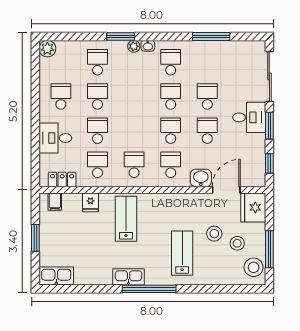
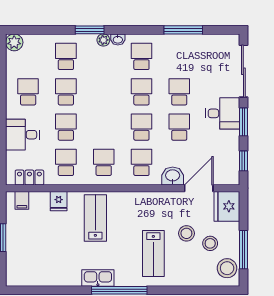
lab bench: (182, 253) -> (153, 254), turned 180
kitchen sink: (56, 276) -> (23, 277), removed

